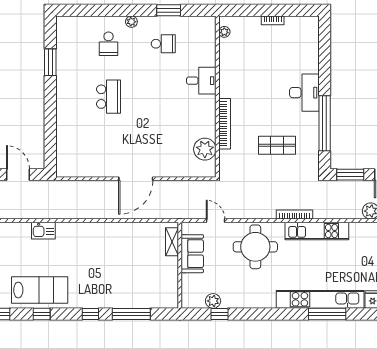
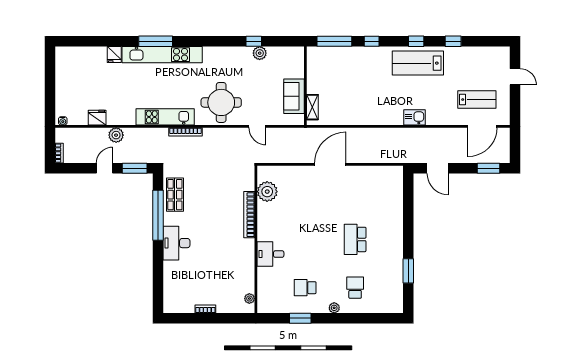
shop shelf: (277, 145) -> (175, 195), moved, turned 90
shelving: (172, 242) -> (312, 107), moved
sofa: (192, 254) -> (294, 96), moved
wall: (180, 265) -> (305, 86), moved

